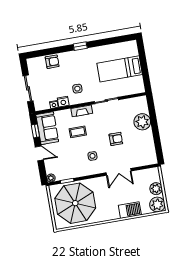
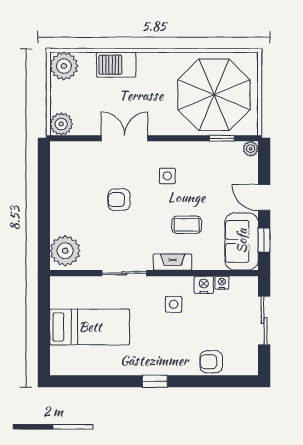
plant: (142, 122) -> (65, 251), moved
plant: (156, 189) -> (61, 124), moved

